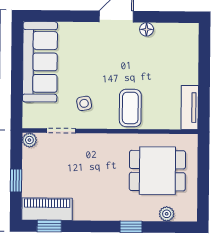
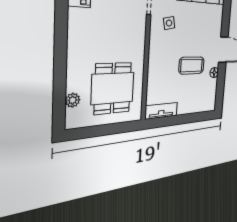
coffee table: (130, 108) -> (192, 65), moved
window: (131, 227) -> (60, 66), removed

